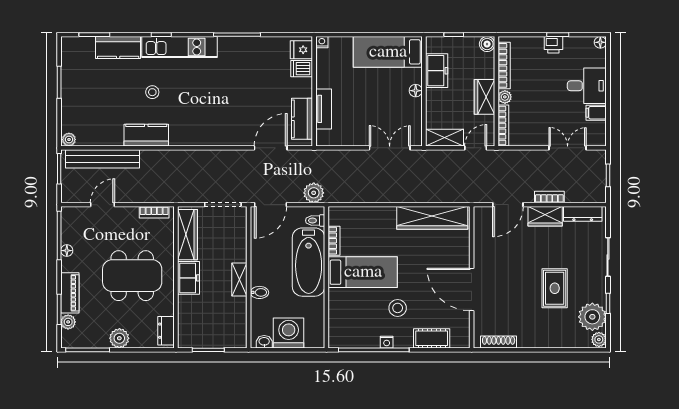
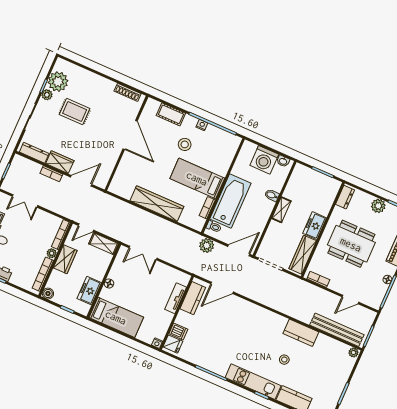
wardrobe: (432, 218) -> (157, 204), moved
rug: (555, 288) -> (75, 112), turned 90
plant: (599, 339) -> (47, 95), moved

